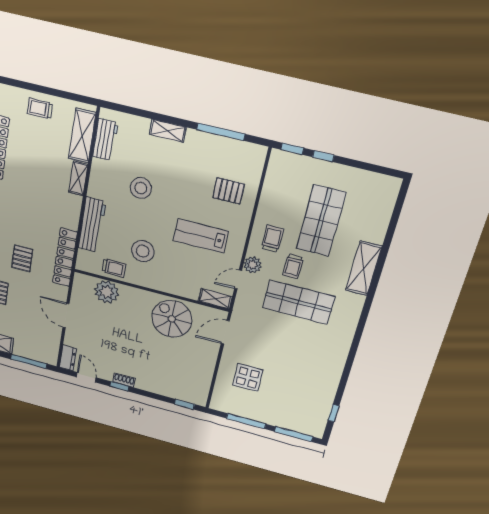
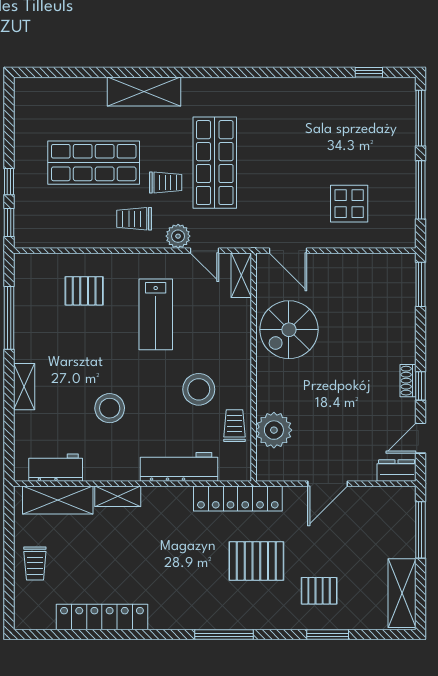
pallet: (228, 191) -> (84, 291), turned 90
pallet: (22, 258) -> (256, 561), width x1.50, depth x1.42
window: (184, 404) -> (420, 284), width x1.50

